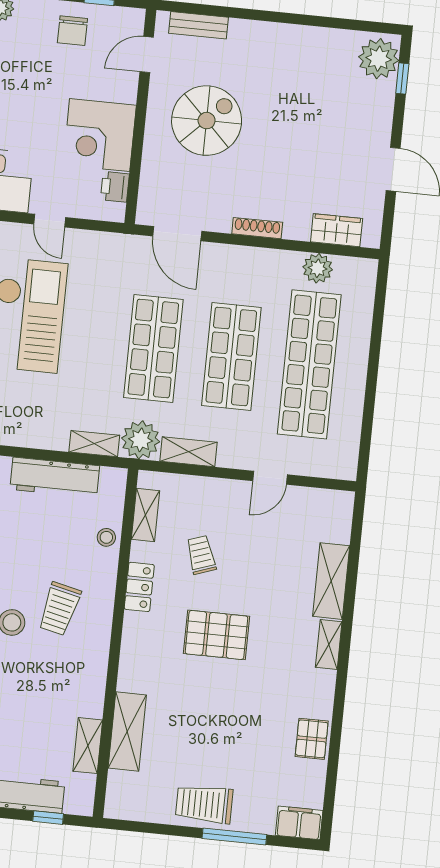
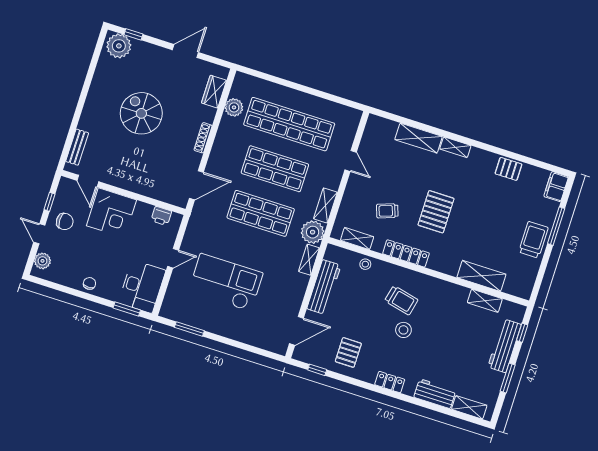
spiral stairs: (207, 121) -> (141, 113), moved
corner desk: (100, 135) -> (111, 213), moved
locker: (139, 587) -> (406, 253), width x1.53
trolley: (204, 804) -> (533, 240), turned 180

